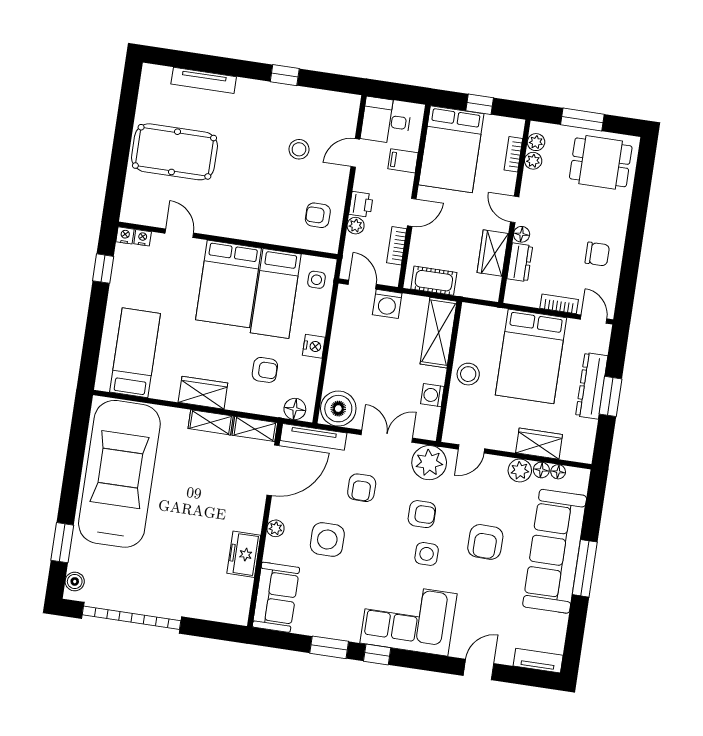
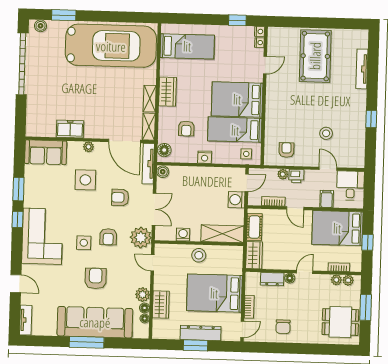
dining table: (601, 162) -> (340, 322), turned 90
wardrobe: (493, 253) -> (254, 255), moved, turned 90
boiler: (338, 409) -> (163, 172), width x0.54, depth x0.54
armchair: (485, 542) -> (96, 278), turned 89

